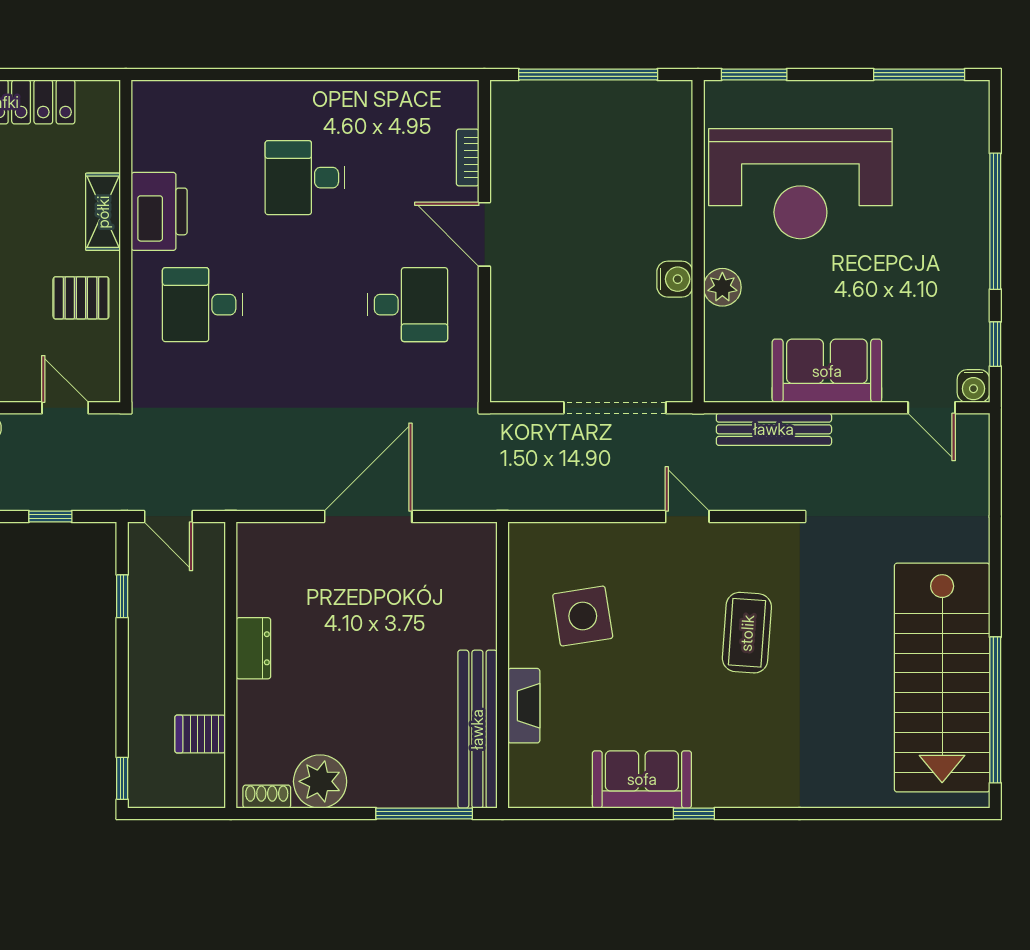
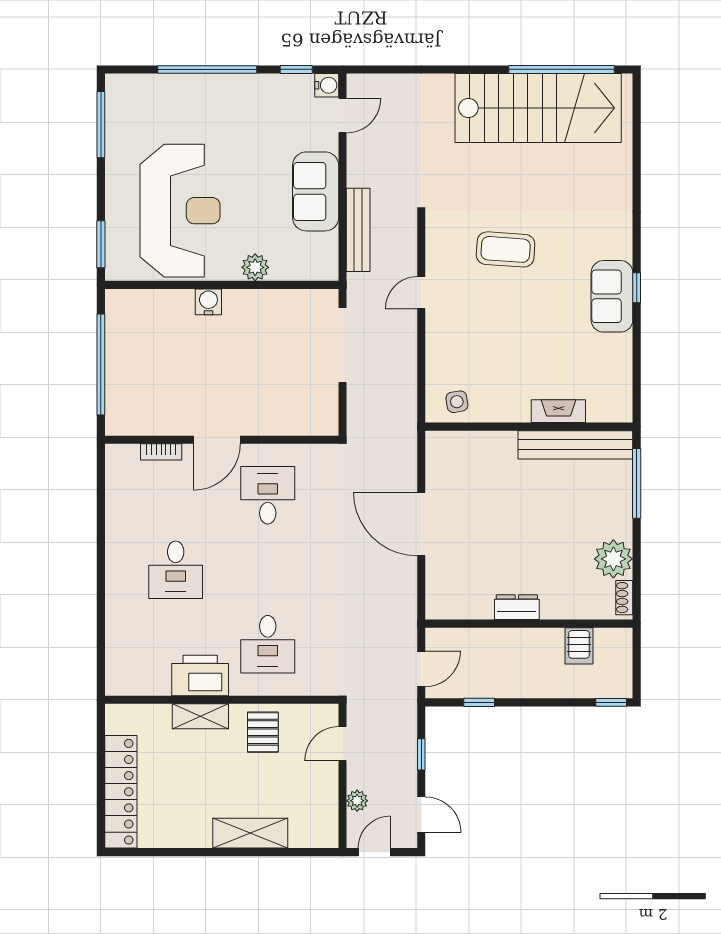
water cooler: (675, 279) -> (208, 302), moved
side table: (583, 616) -> (457, 402), moved, width x0.54, depth x0.54
sofa: (642, 779) -> (612, 296), moved

